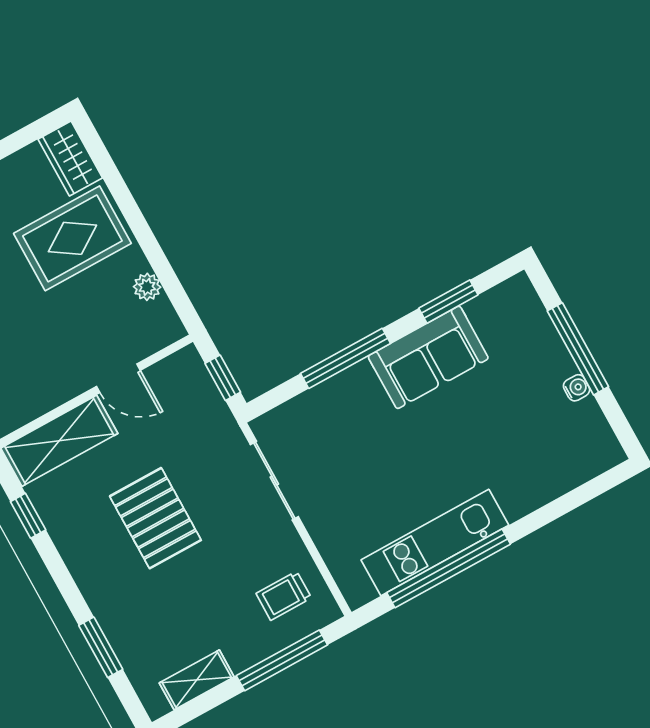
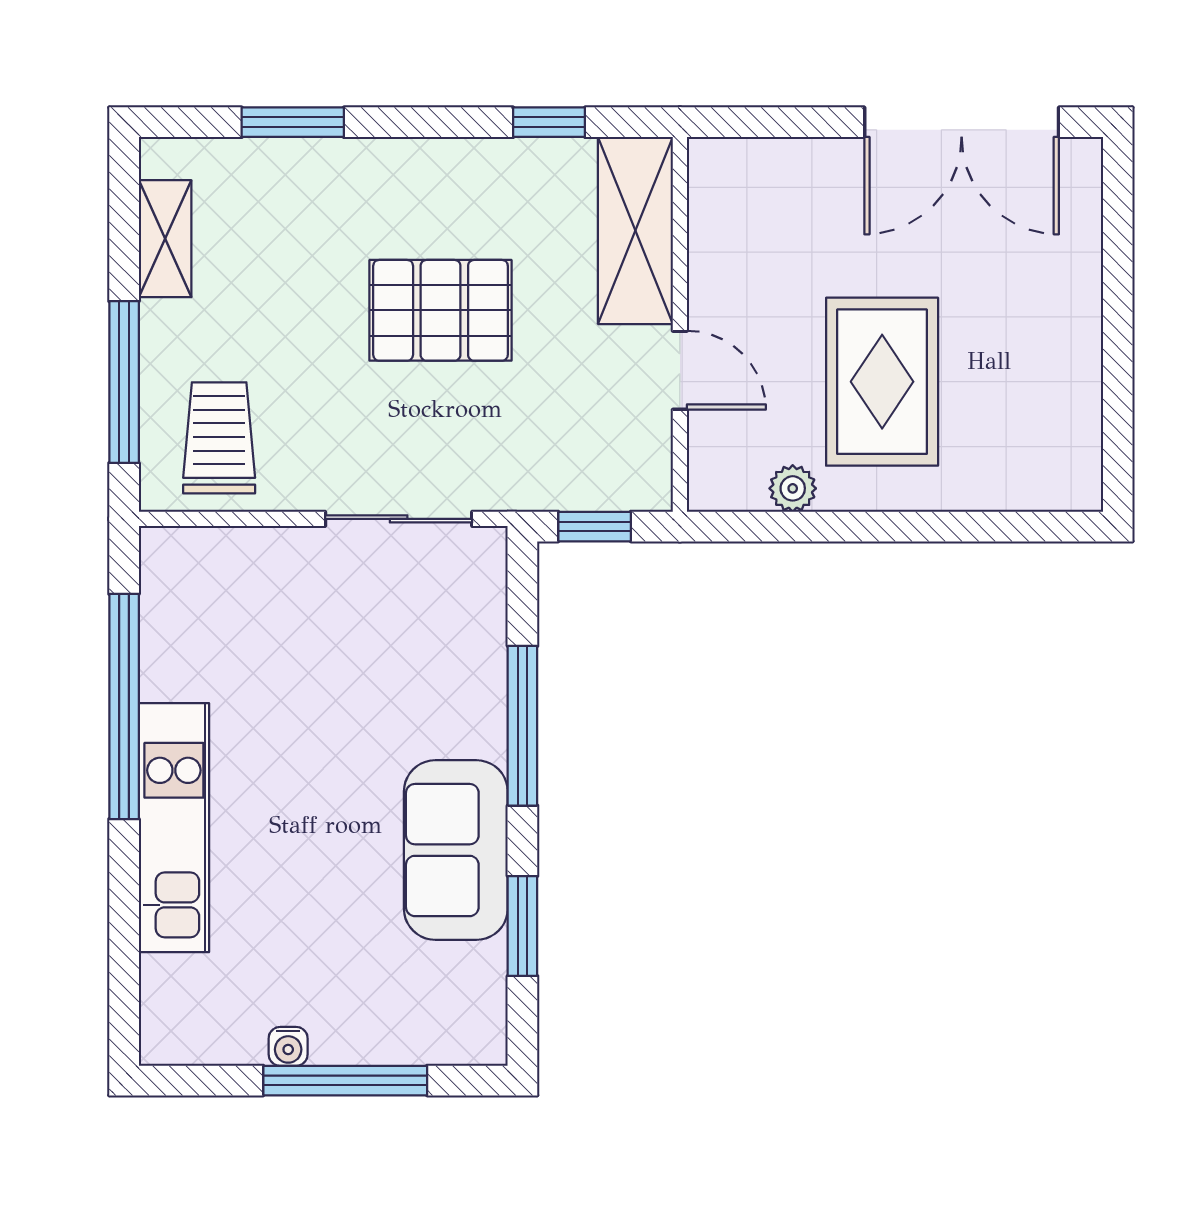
wardrobe: (70, 159) -> (1047, 480), removed
rug: (72, 238) -> (882, 382), moved
door: (118, 378) -> (680, 370), swing flipped
kitchen unit: (435, 543) -> (174, 828), moved
trolley: (284, 596) -> (219, 438), width x1.36, depth x1.39

